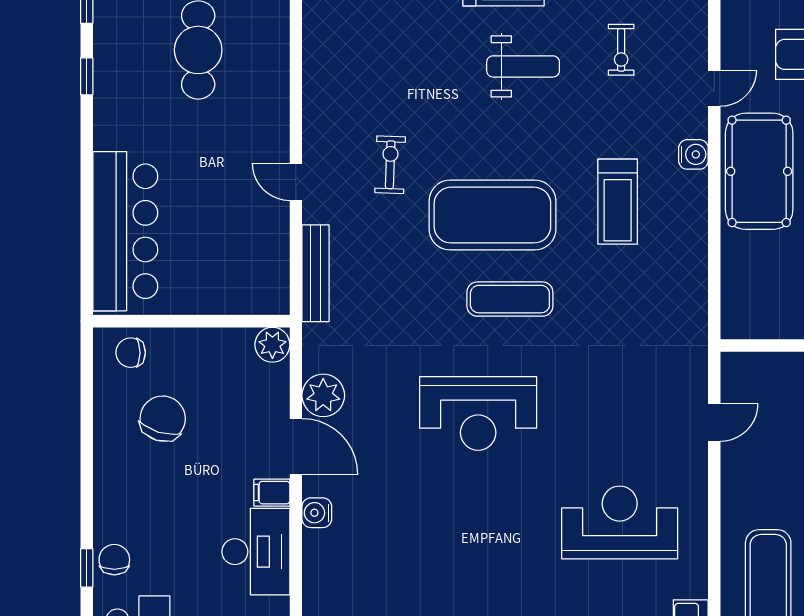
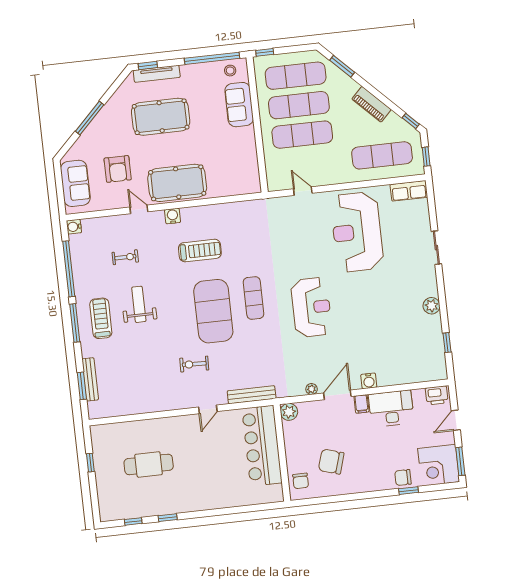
bar counter: (125, 231) -> (262, 446), moved, turned -90
plant: (323, 395) -> (312, 389), width x0.53, depth x0.53
reception desk: (620, 522) -> (357, 232), width x1.36, depth x1.30

